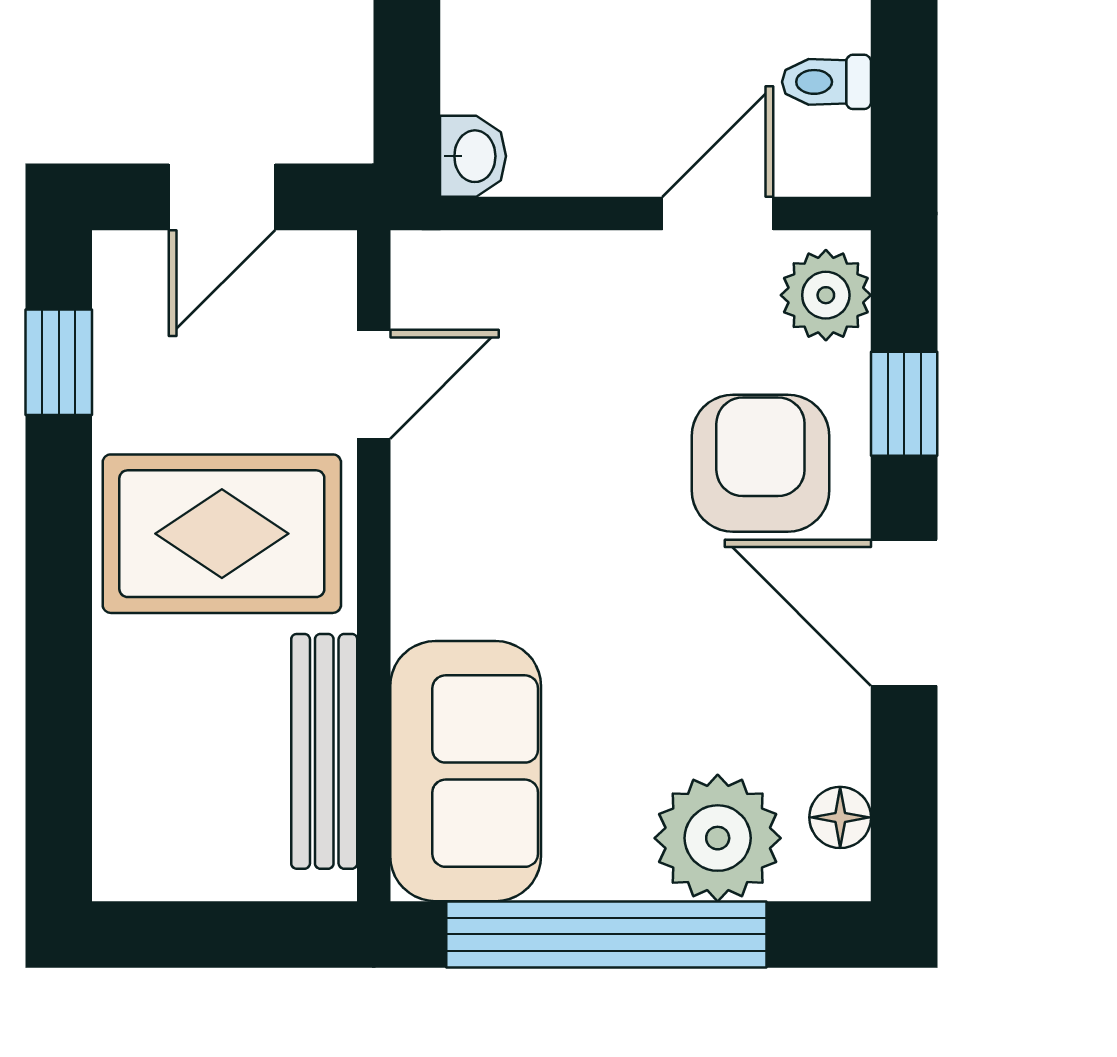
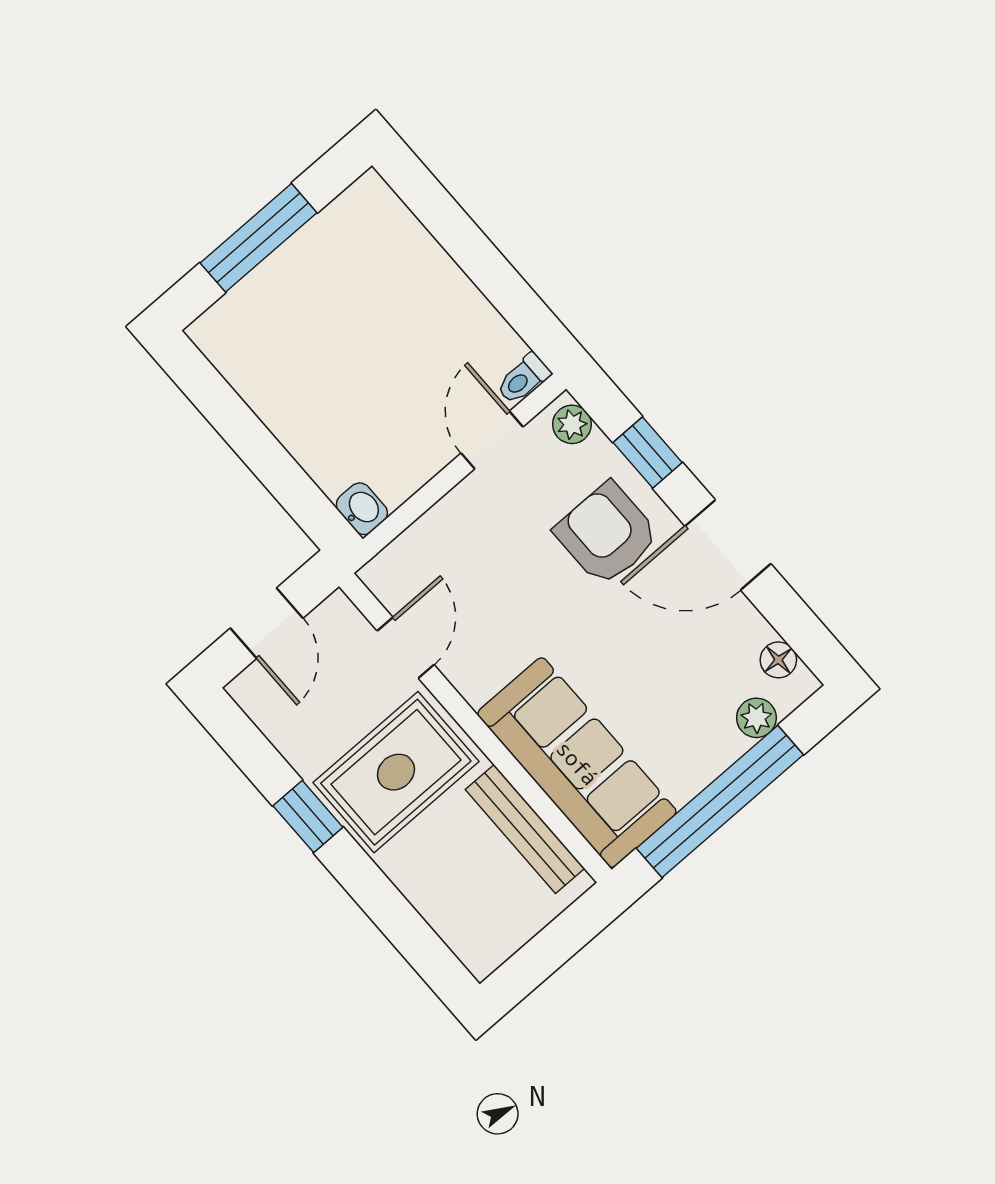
toilet: (827, 82) -> (523, 379), moved
plant: (826, 295) -> (572, 424), width x0.73, depth x0.73
window: (59, 362) -> (308, 816), moved
sofa: (466, 771) -> (577, 763), width x1.36
plant: (718, 838) -> (756, 718), width x0.53, depth x0.53

